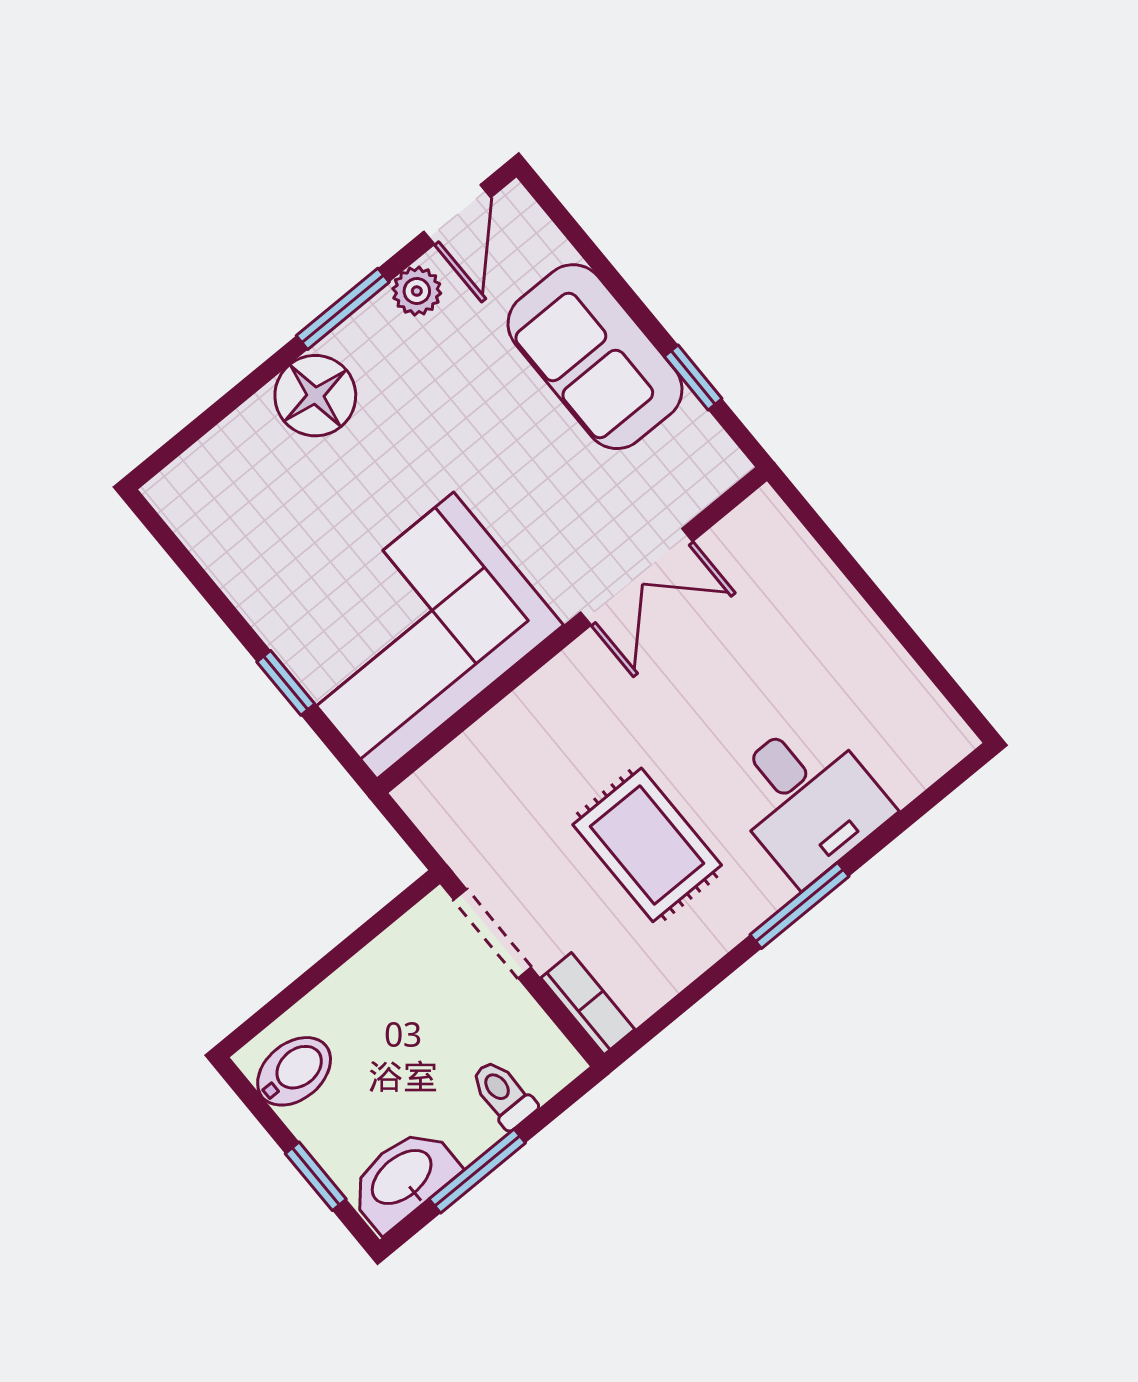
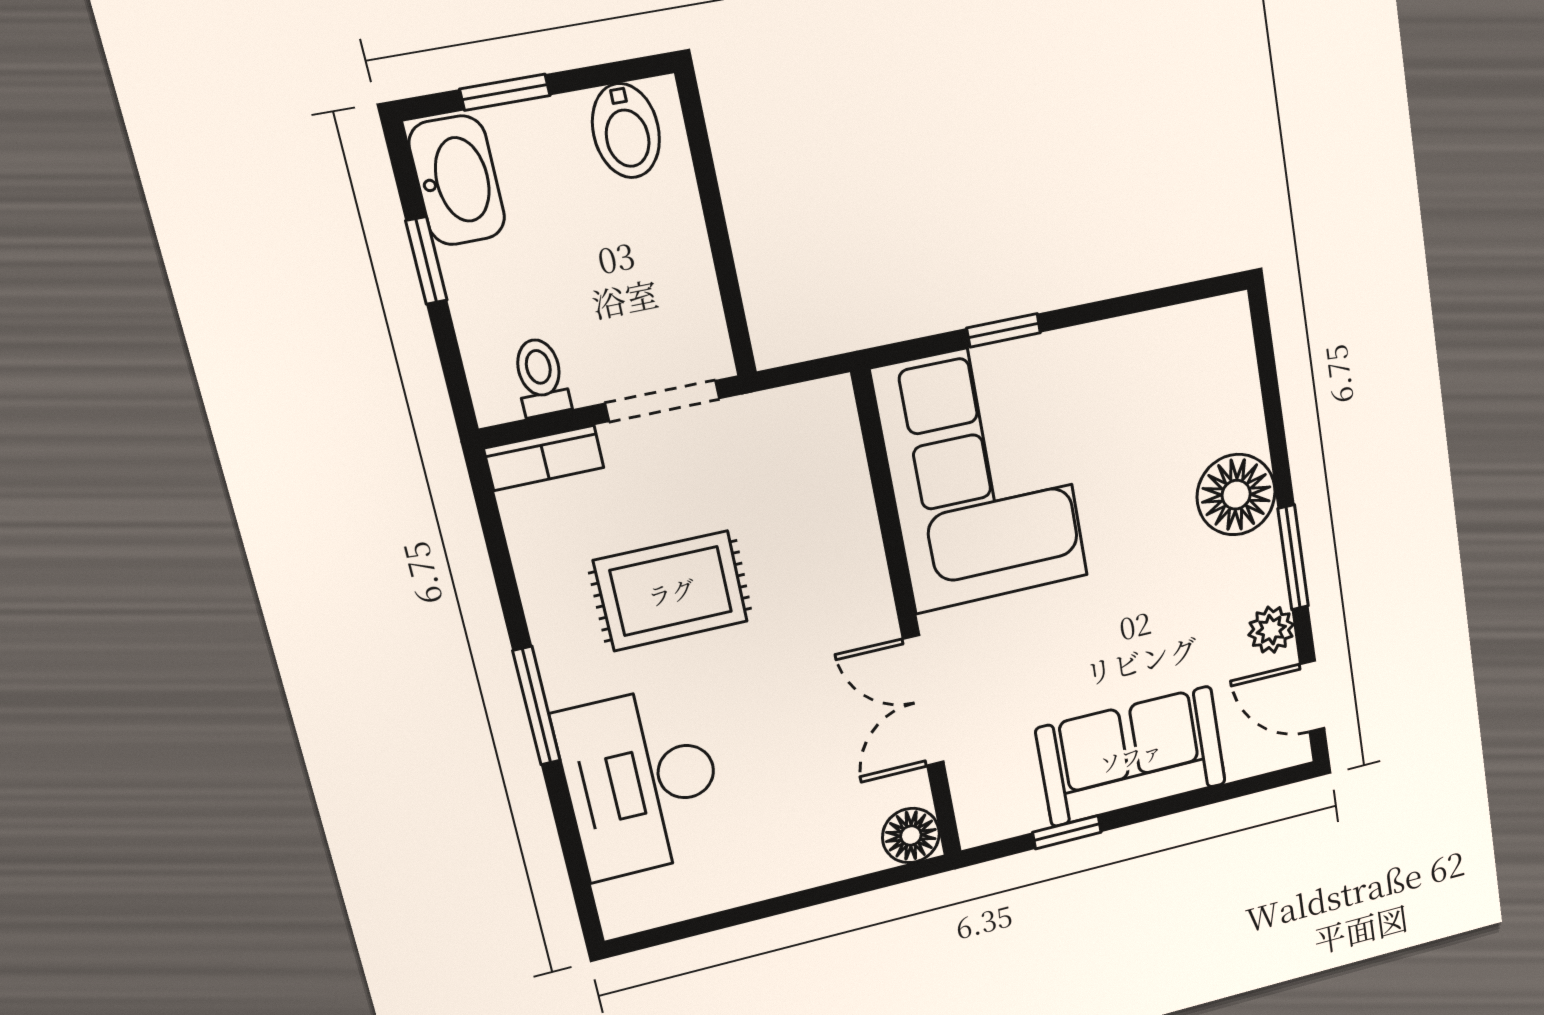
floor lamp: (763, 521) -> (911, 836), added
desk: (807, 799) -> (642, 782), width x1.37
toilet: (503, 1094) -> (541, 377), moved, turned -90
window: (477, 1171) -> (426, 261), width x0.67

